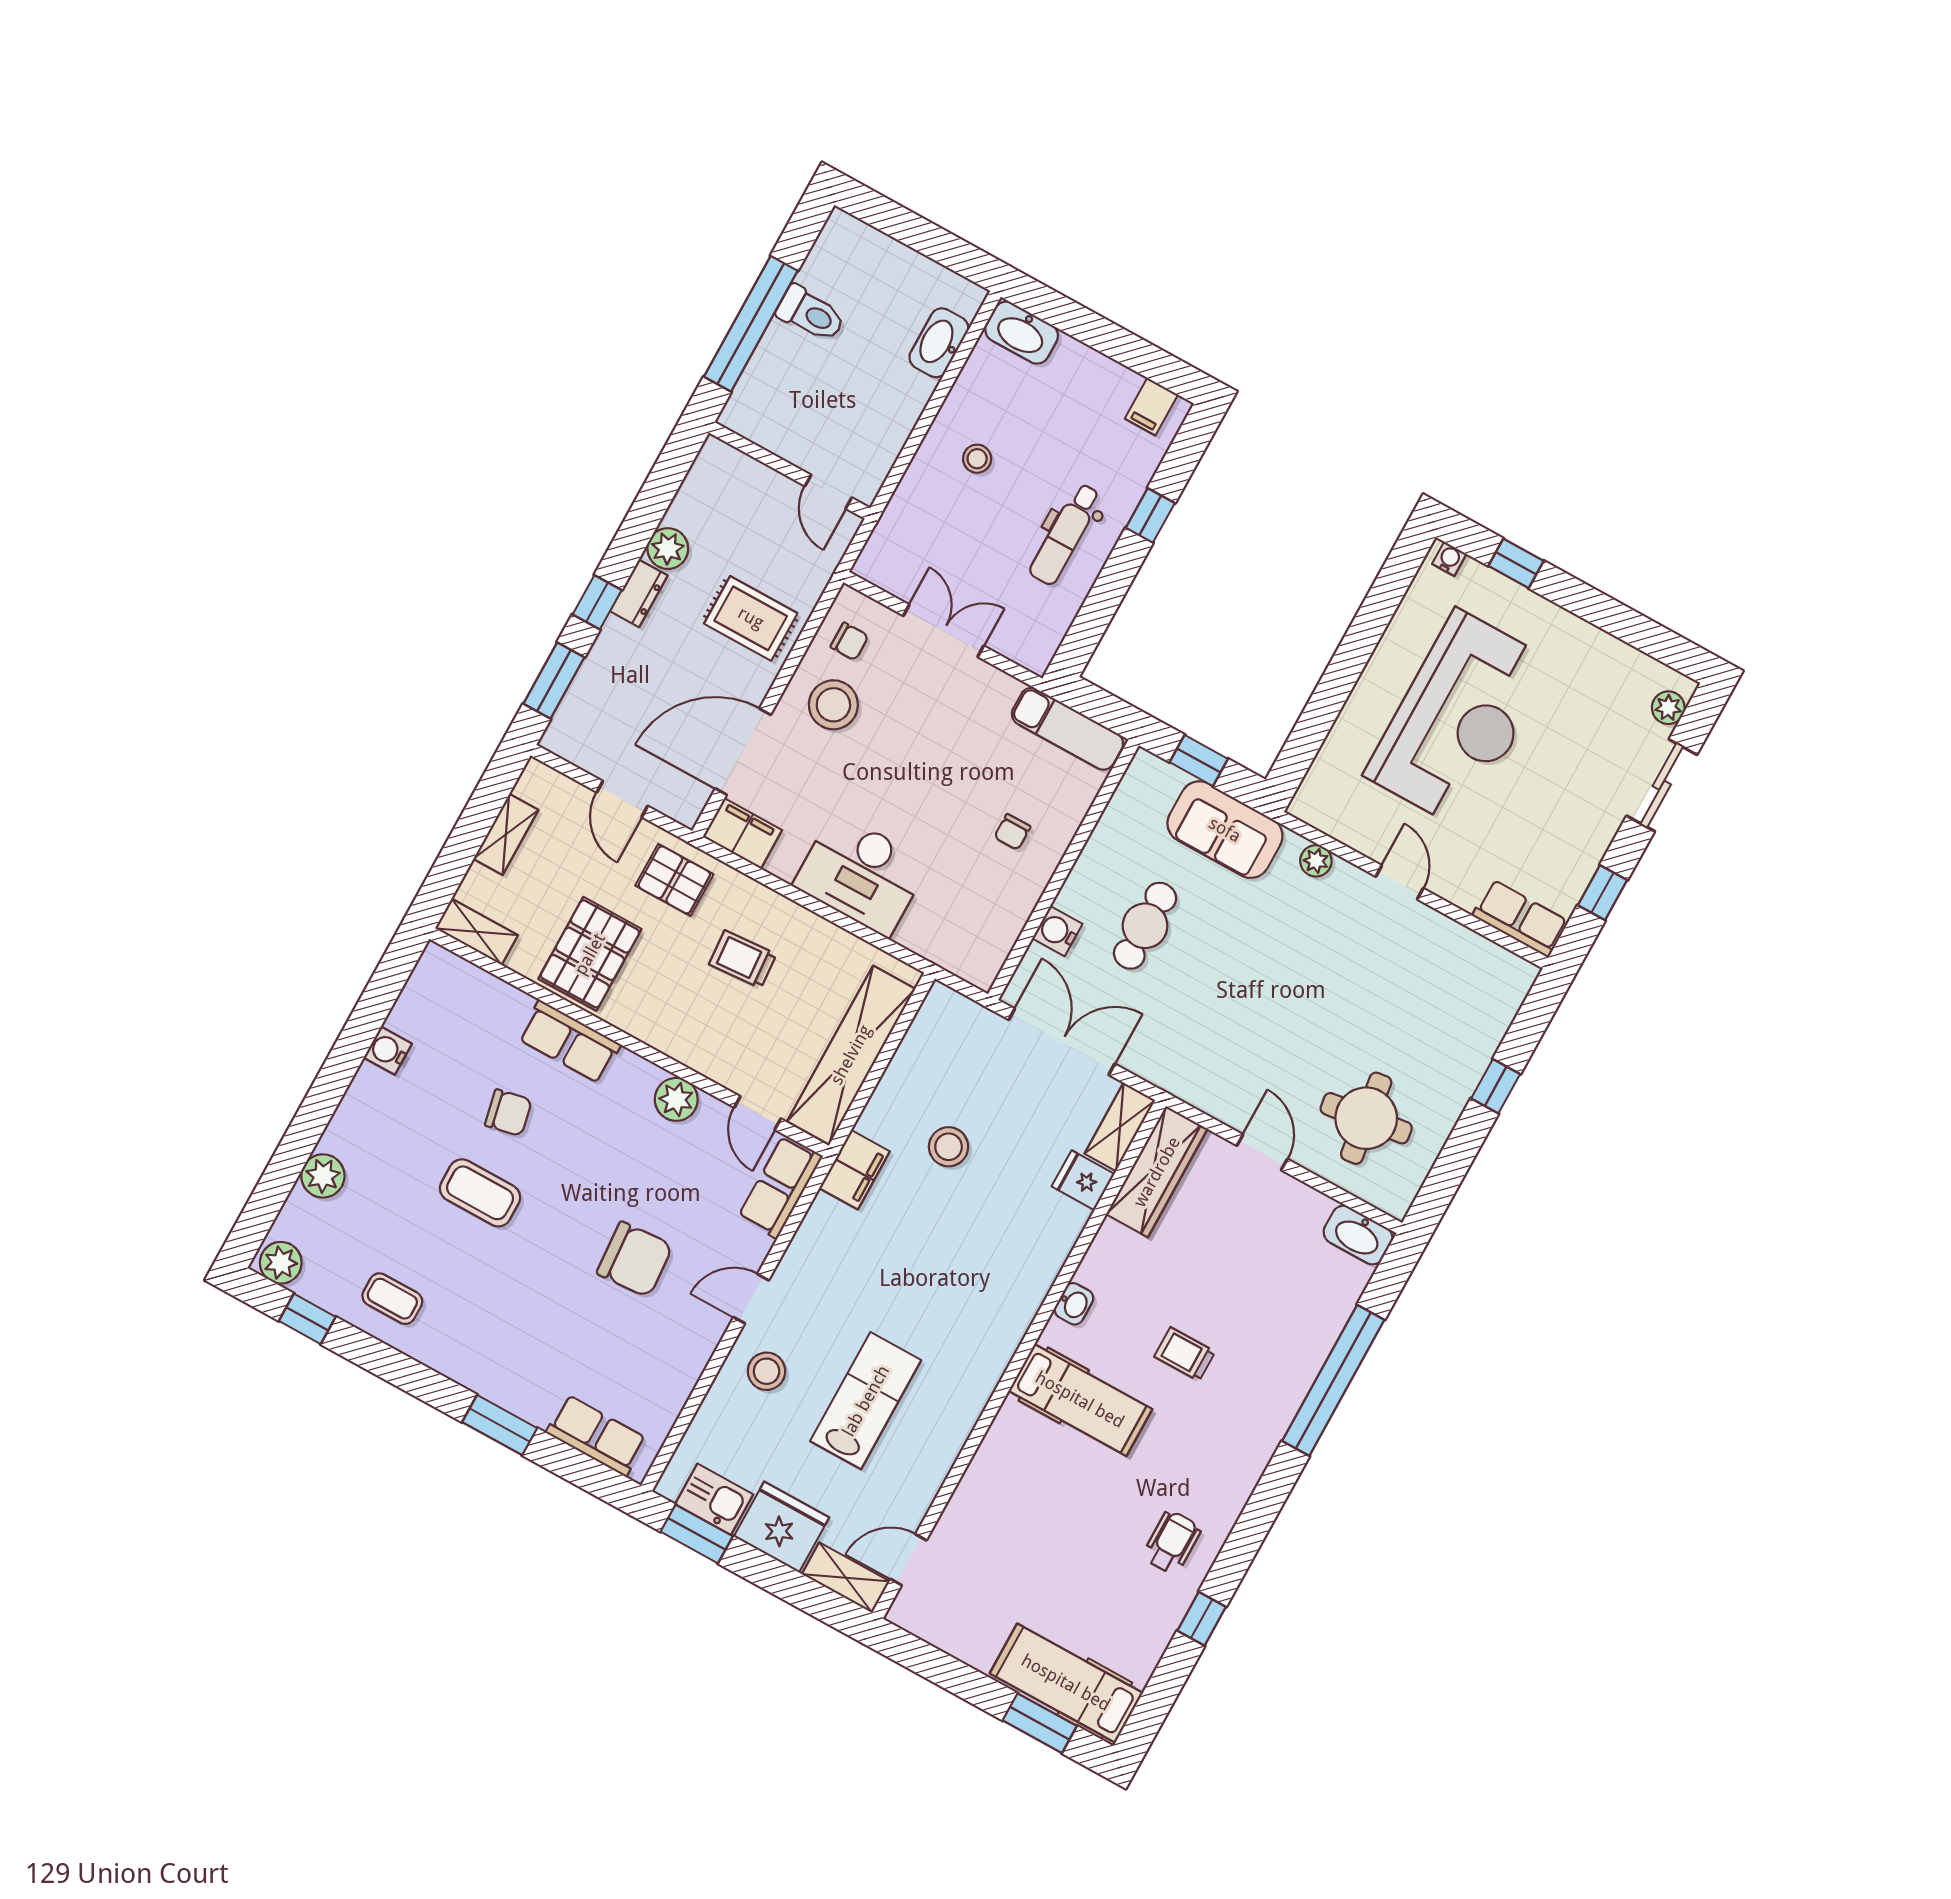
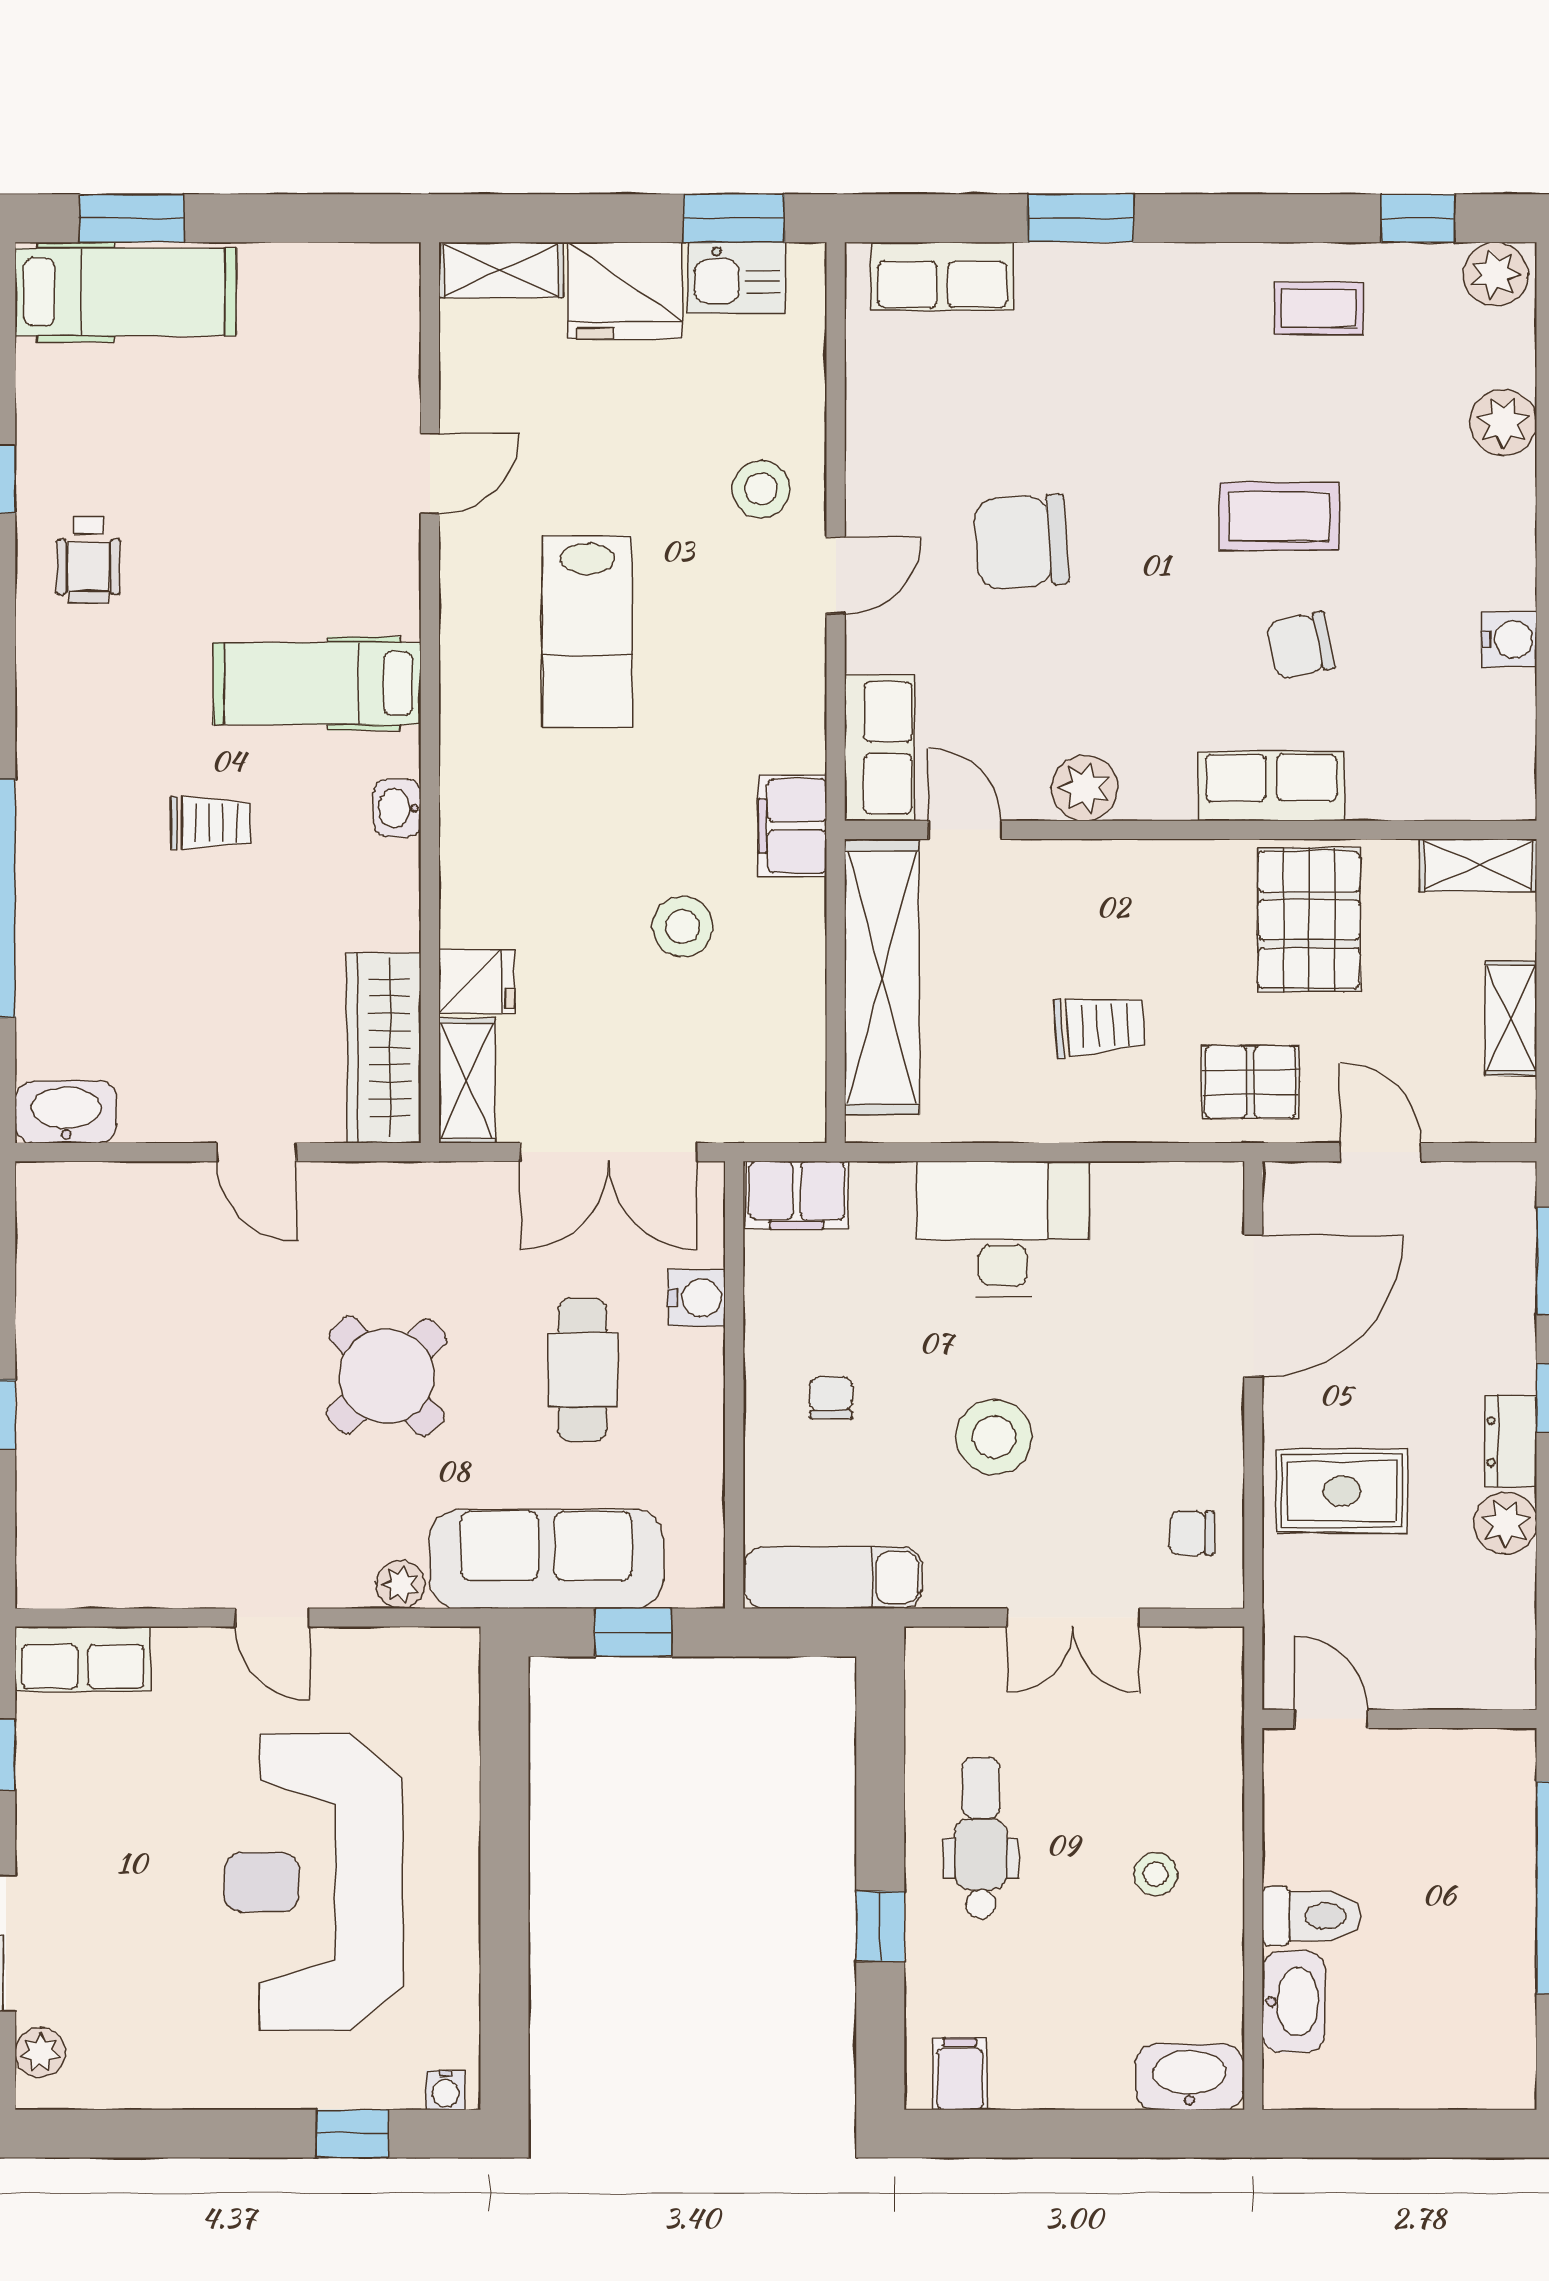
toilet: (811, 314) -> (1312, 1916), moved, turned 180
stool: (833, 705) -> (994, 1437), moved
sofa: (1225, 830) -> (546, 1559), width x1.36
filing cabinet: (742, 833) -> (797, 1195), moved
round table: (1366, 1118) -> (387, 1376), moved, turned -35
lab bench: (866, 1401) -> (587, 632), moved
door: (909, 1560) -> (430, 474), moved

